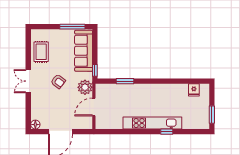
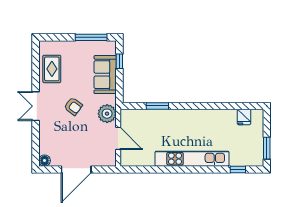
sofa: (84, 51) -> (105, 75), width x0.73
window: (95, 70) -> (119, 61), moved
door: (94, 107) -> (118, 138), swing flipped
window: (167, 132) -> (238, 169), moved

